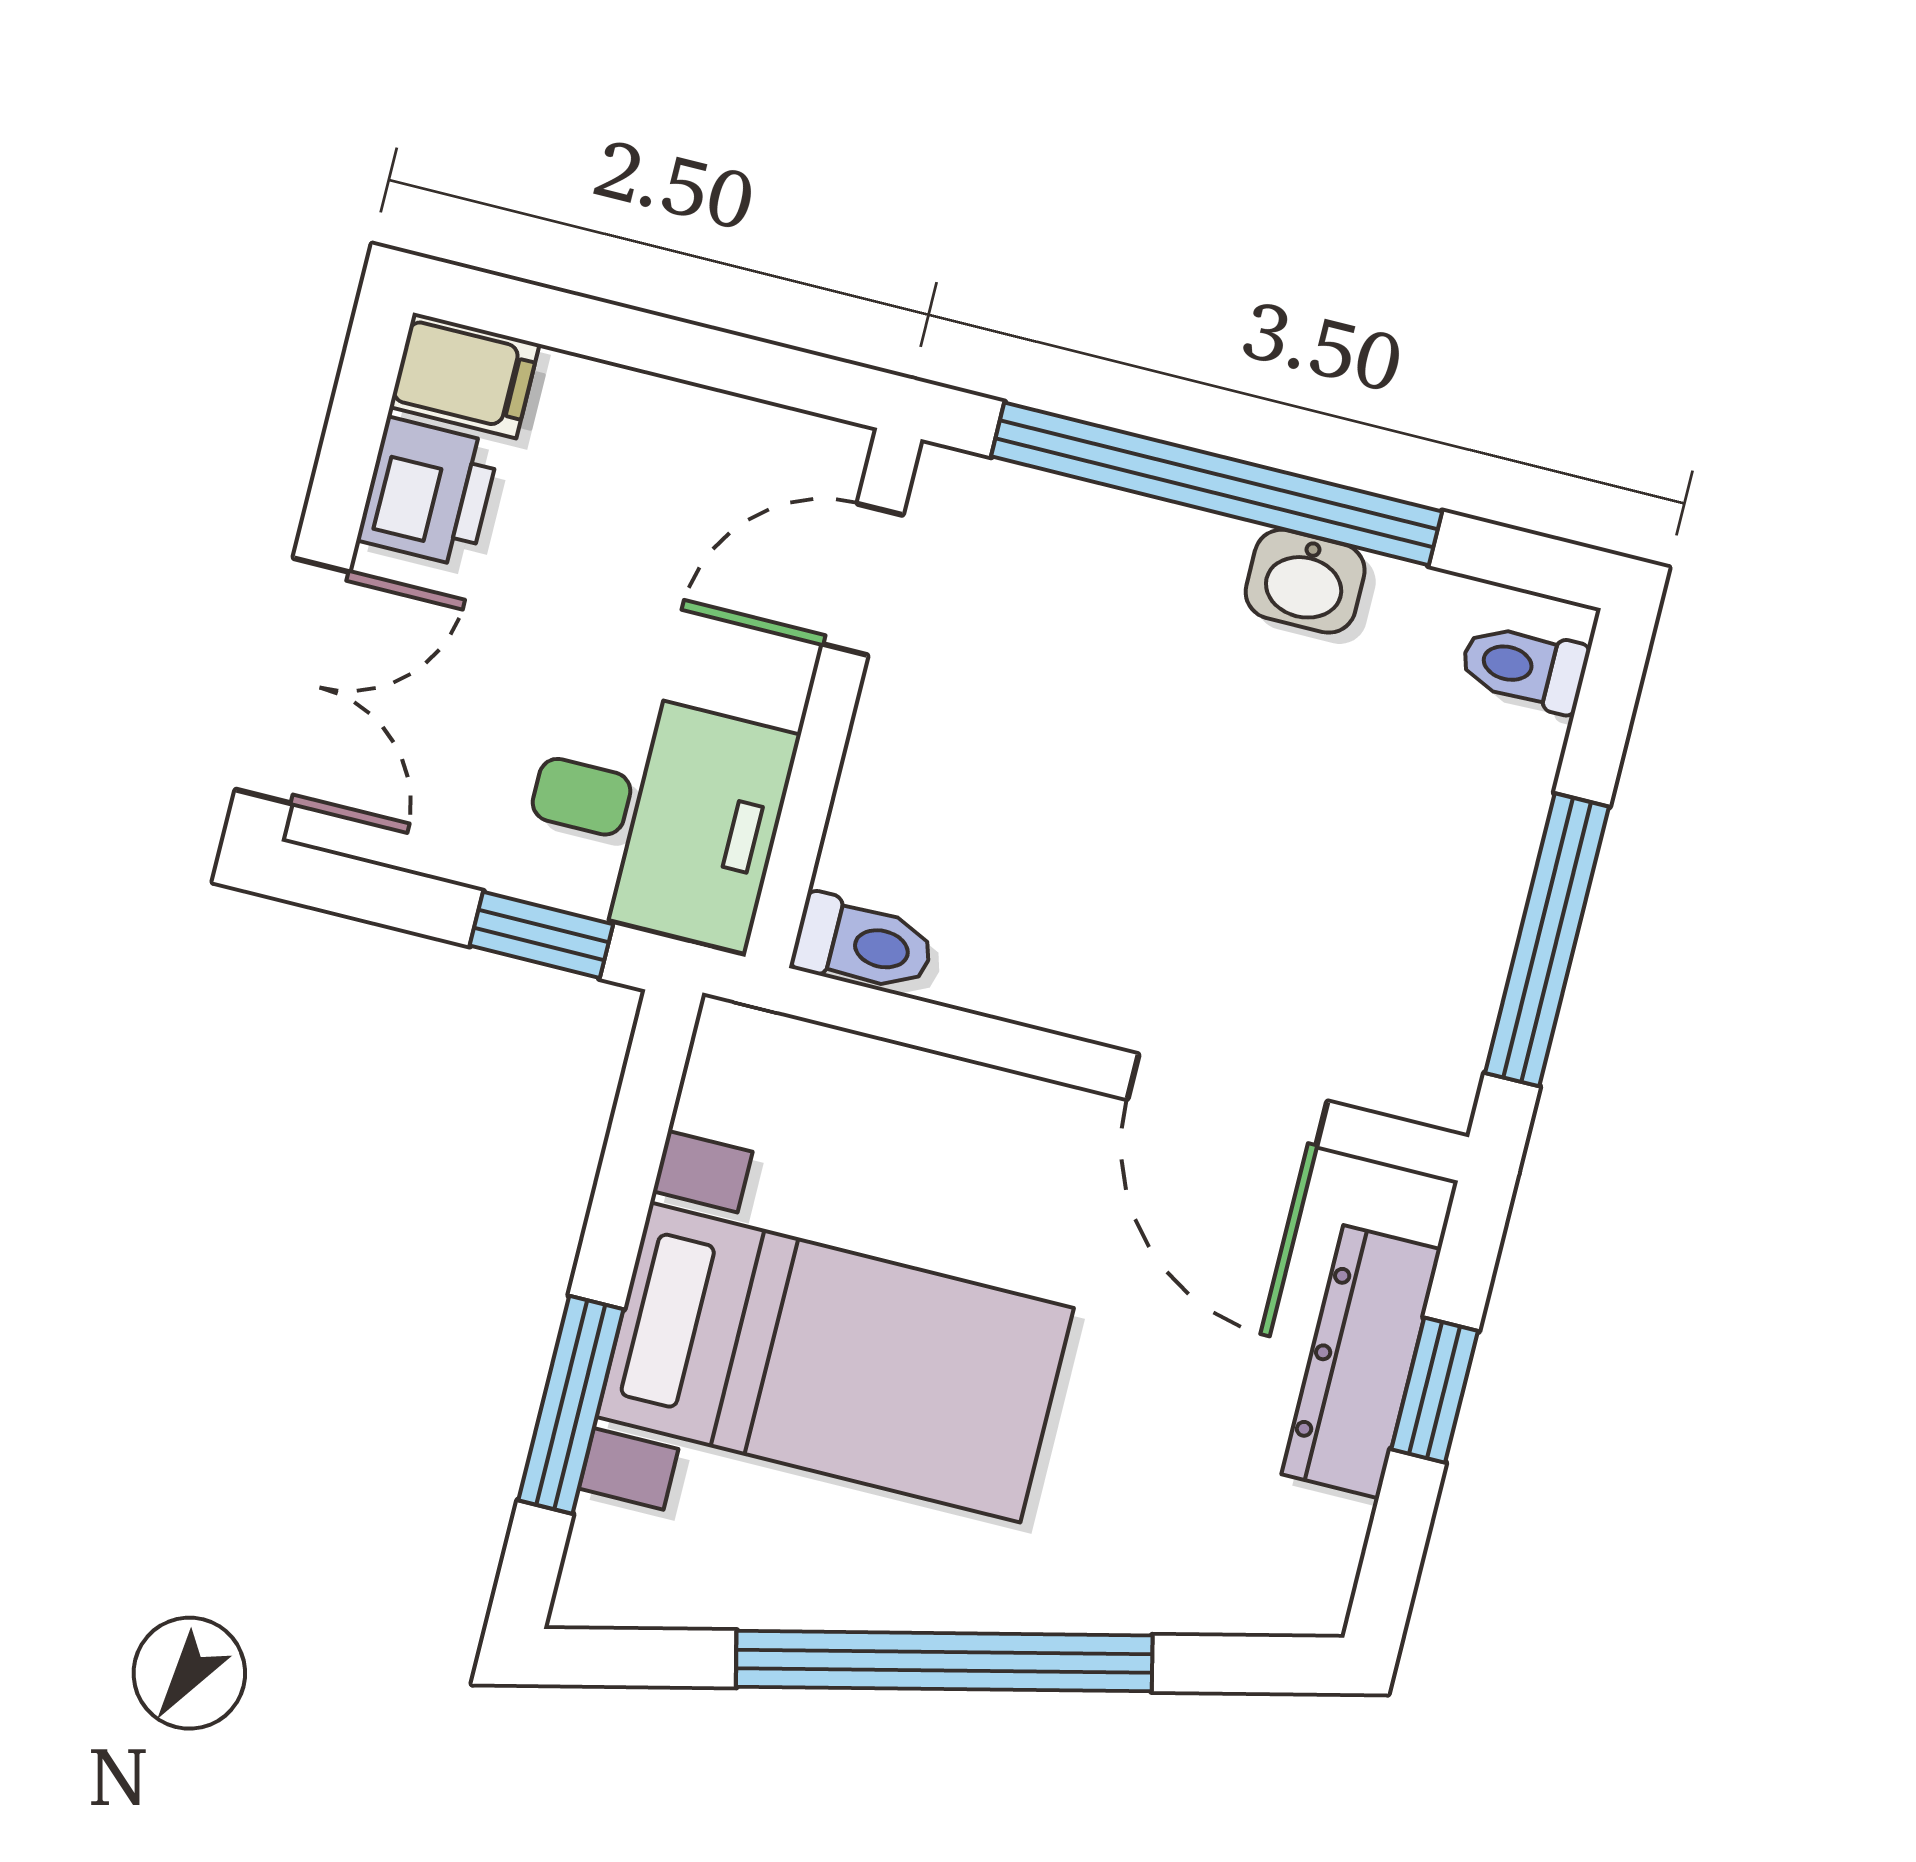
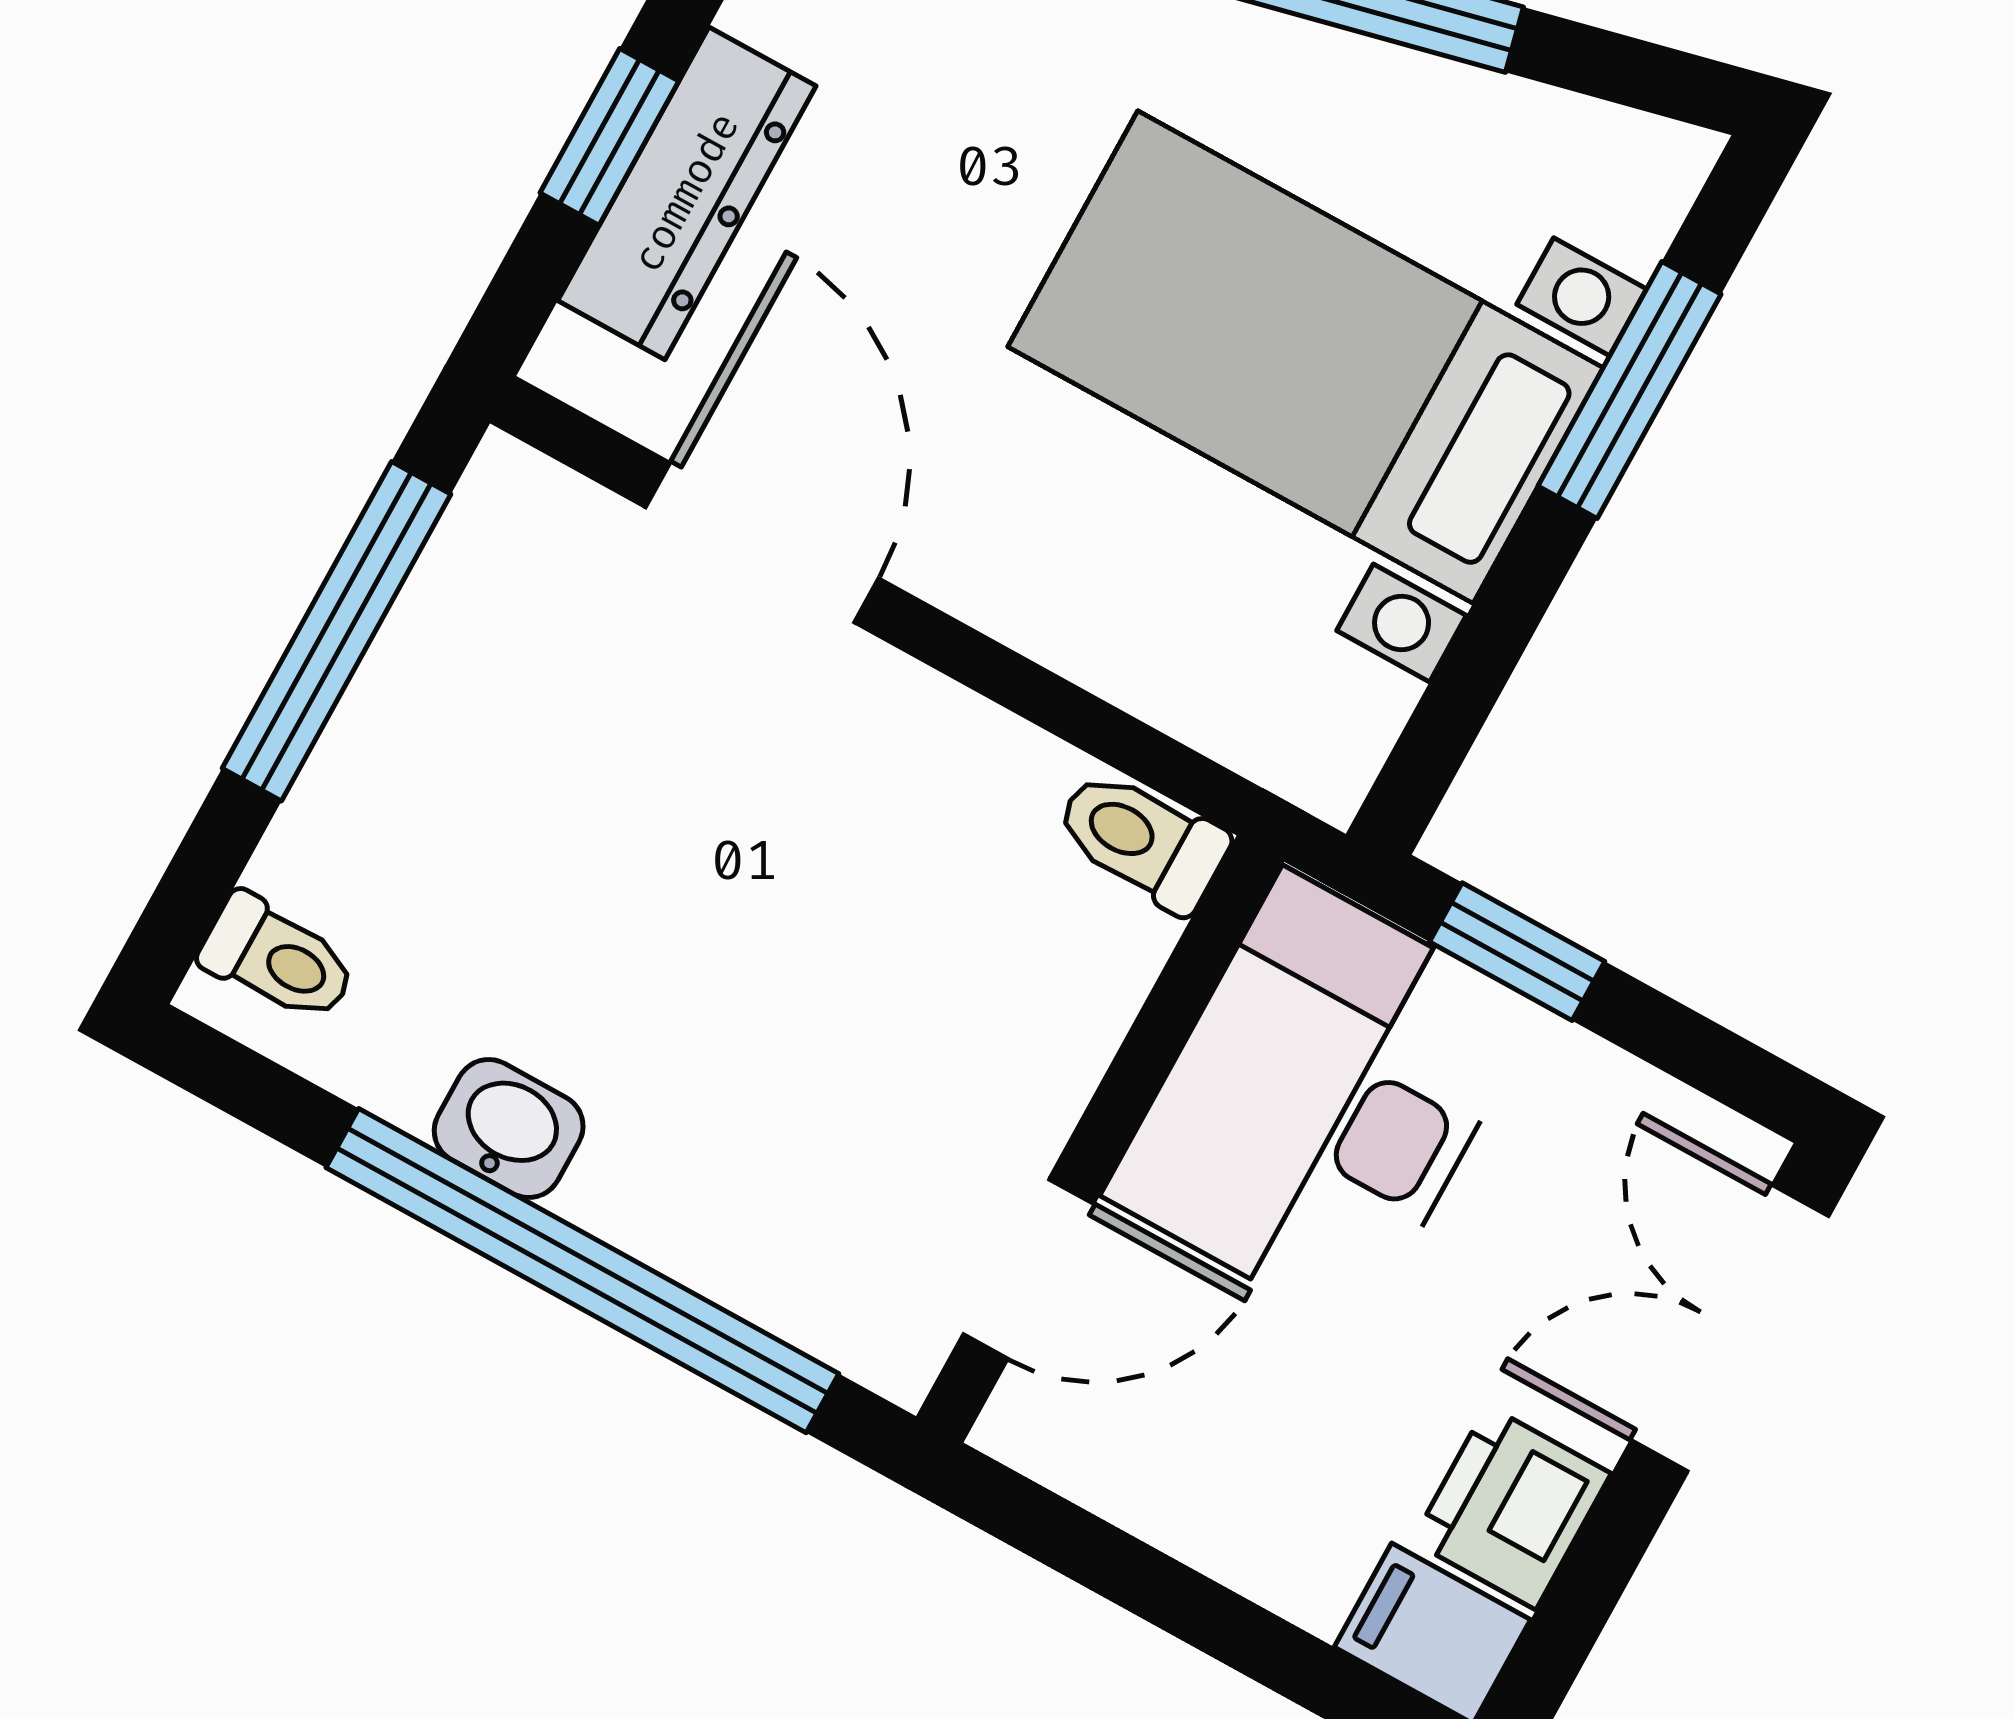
desk: (655, 815) -> (1321, 1102), width x1.37

